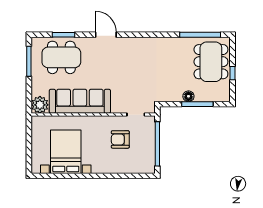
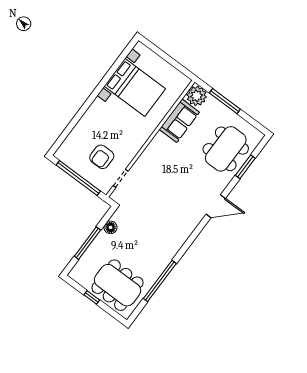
window: (200, 35) -> (160, 281), moved
window: (29, 61) -> (225, 101), moved
floor lamp: (188, 96) -> (111, 227), moved
sofa: (80, 101) -> (179, 121), width x0.54, depth x0.79
armchair: (120, 139) -> (102, 157), moved, turned 180

